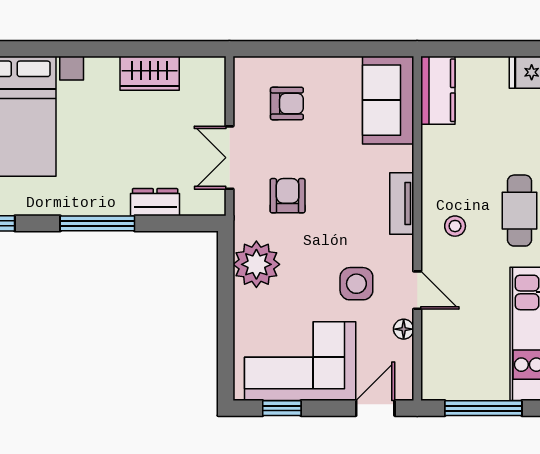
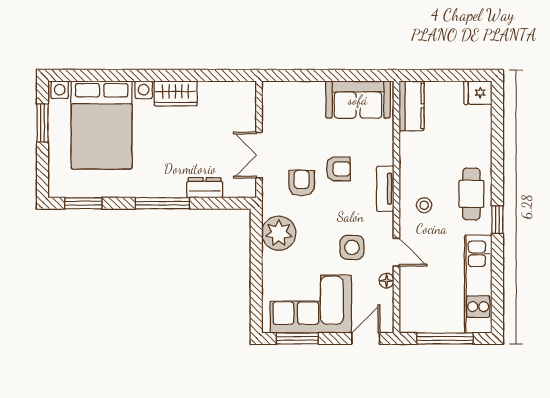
wardrobe: (150, 73) -> (176, 93), moved
sofa: (388, 100) -> (358, 100), moved, turned -90
armchair: (287, 104) -> (338, 169), moved
window: (282, 408) -> (297, 338), width x1.50

